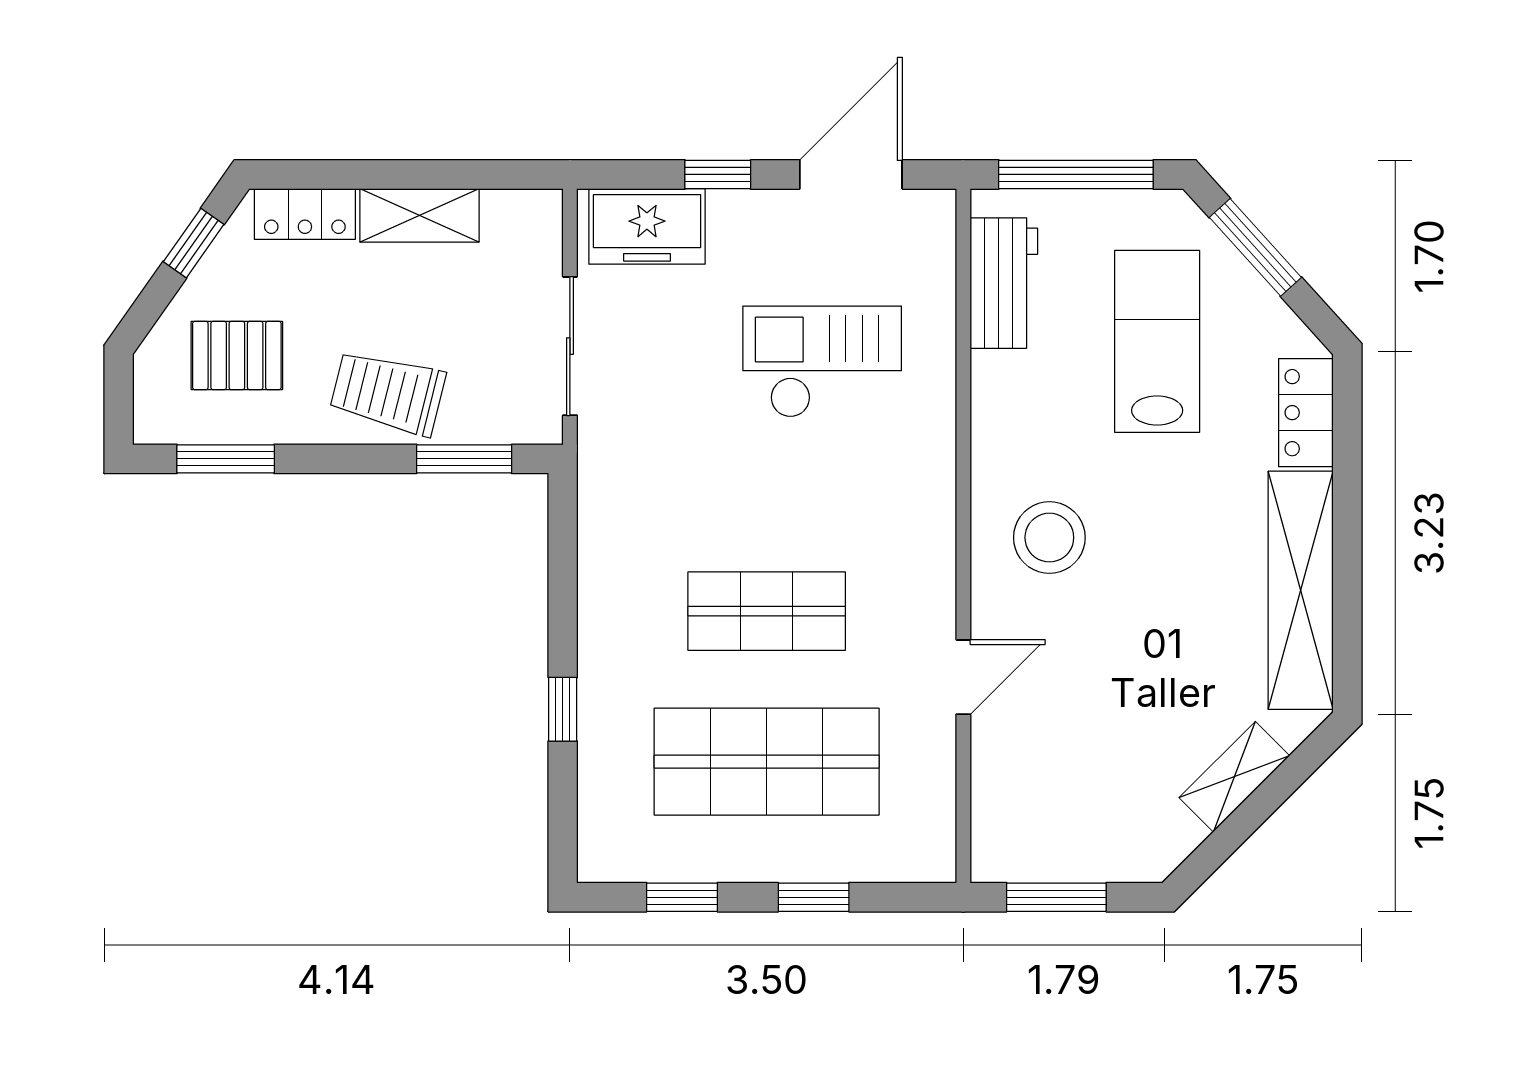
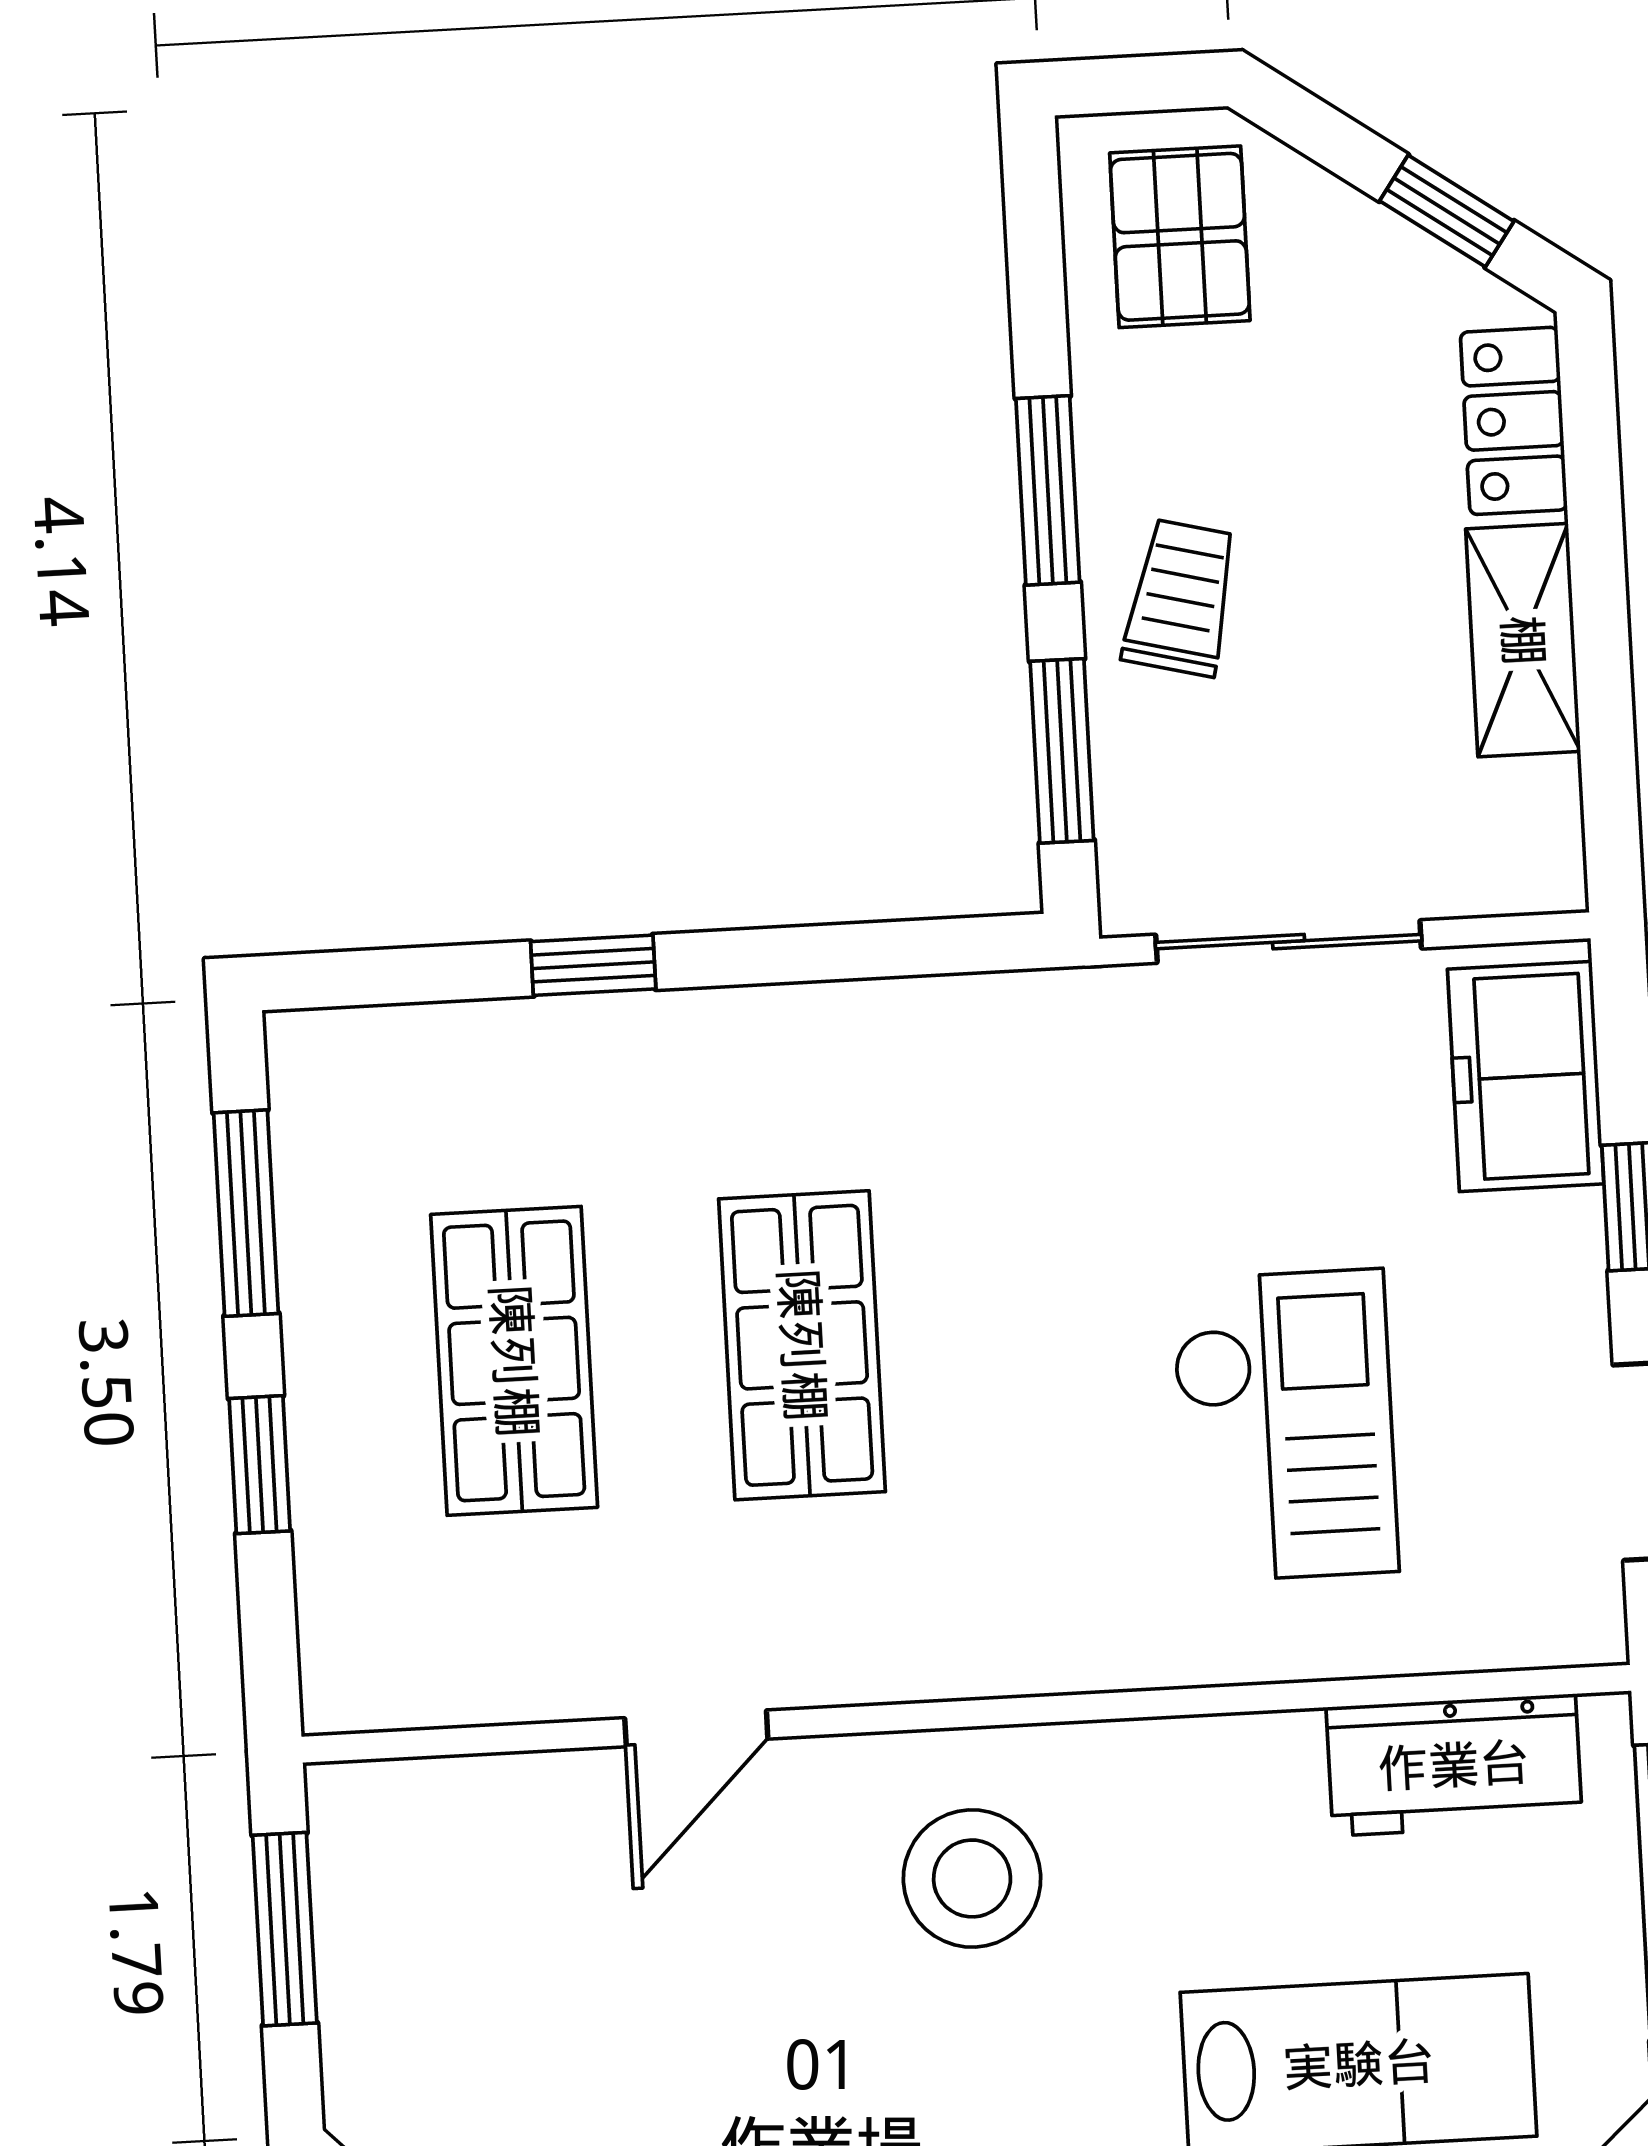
pallet: (237, 356) -> (1180, 237), moved
trolley: (388, 393) -> (1181, 598), width x0.73, depth x0.72
window: (226, 459) -> (1048, 490), moved
door: (963, 677) -> (696, 1728), hinge flipped
shop shelf: (767, 762) -> (514, 1361), width x0.70, depth x0.74
window: (682, 897) -> (246, 1213), width x1.50

